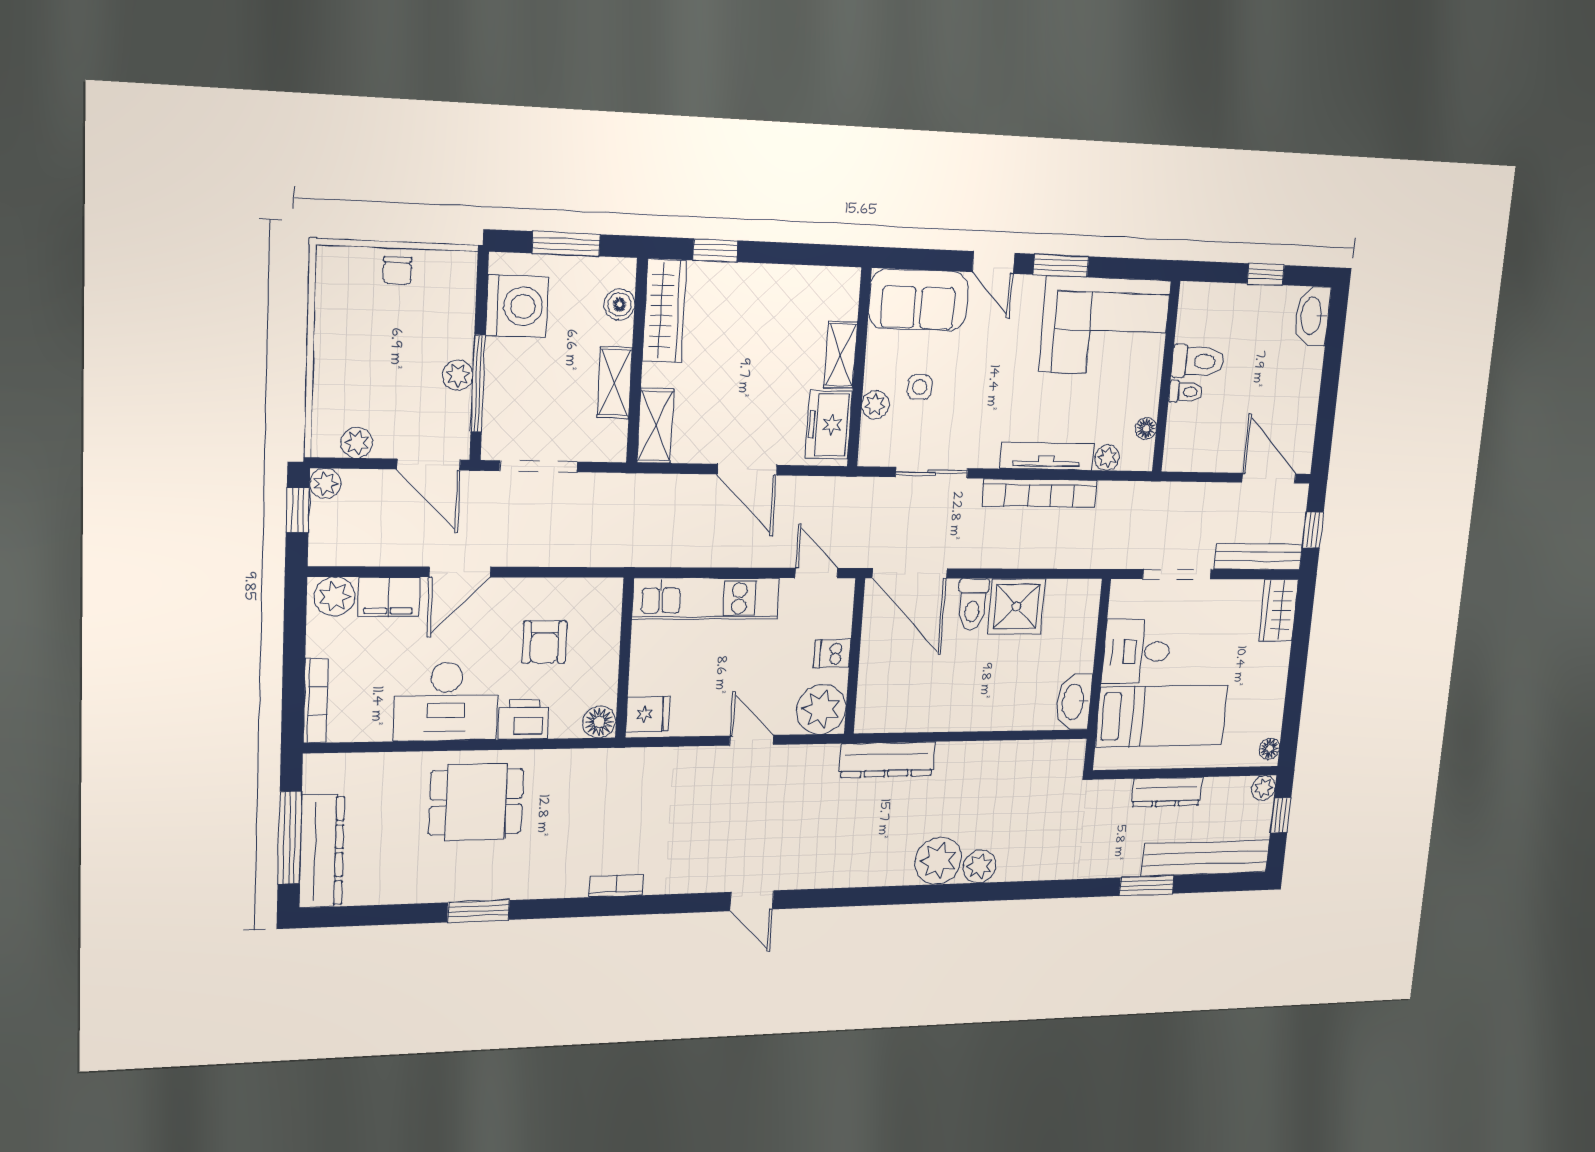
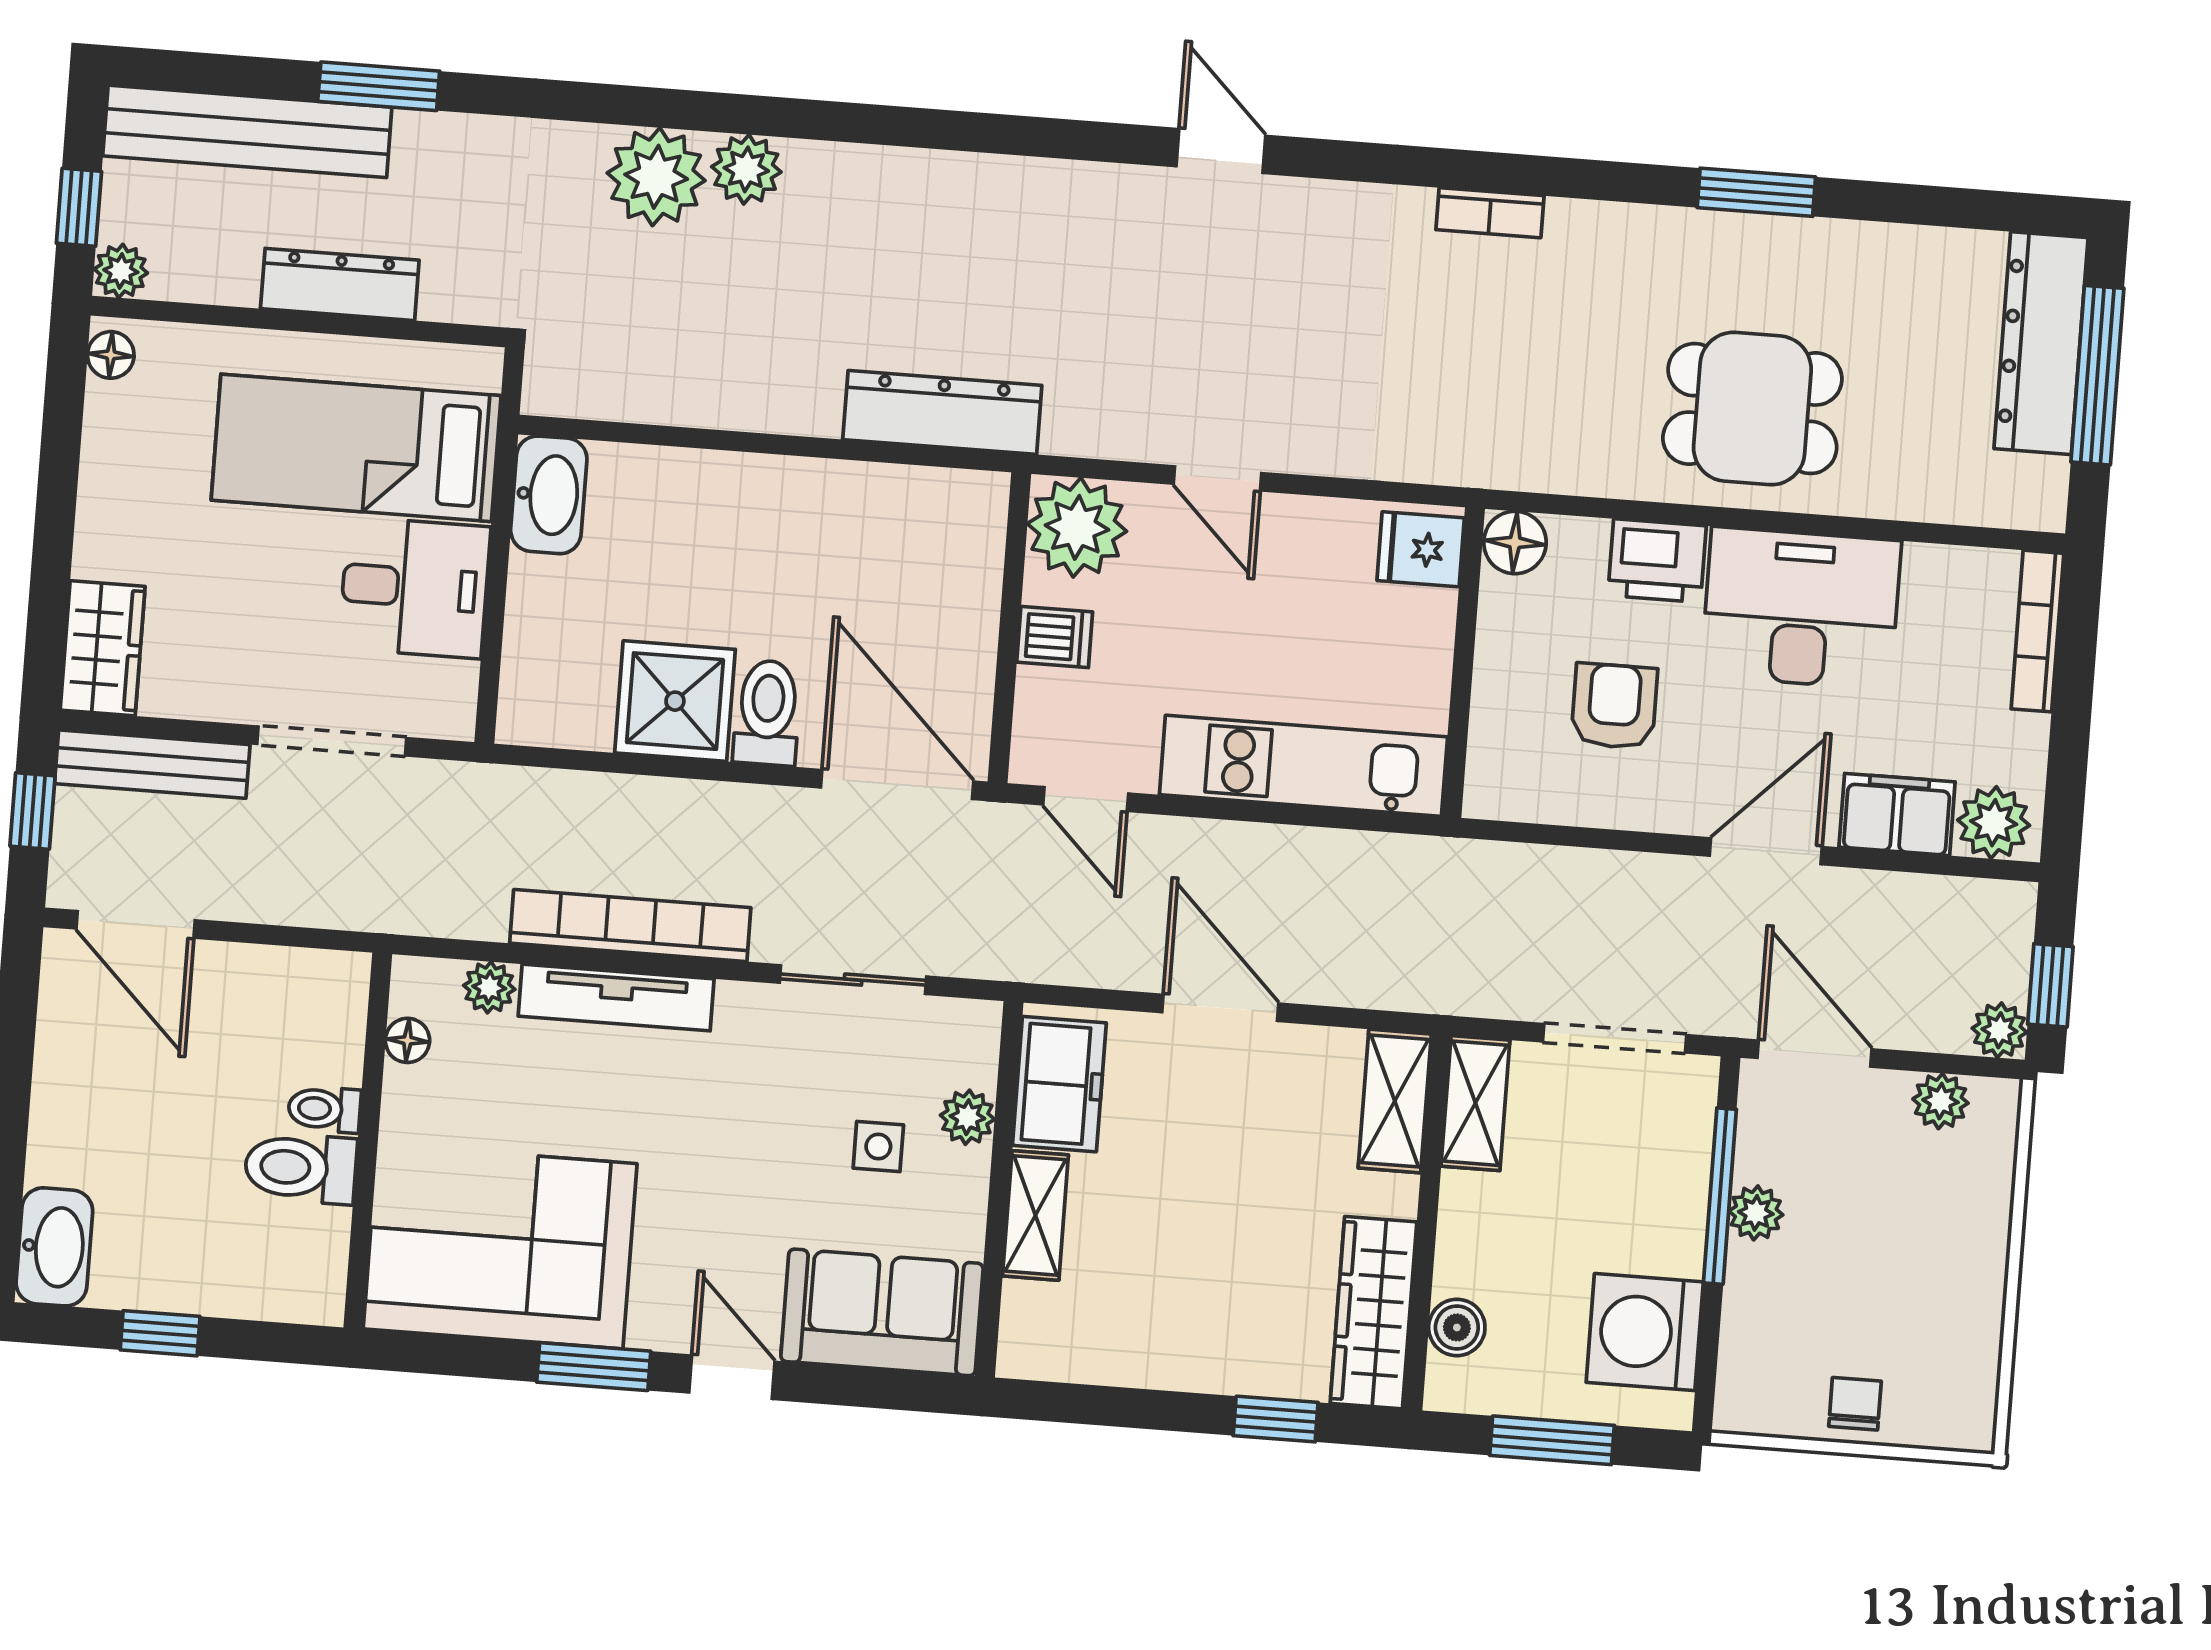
shelving: (615, 383) -> (1475, 1103), moved
plant: (938, 861) -> (656, 177), moved

